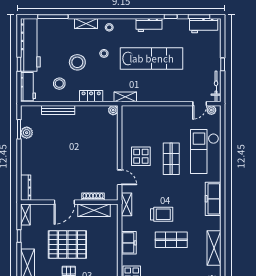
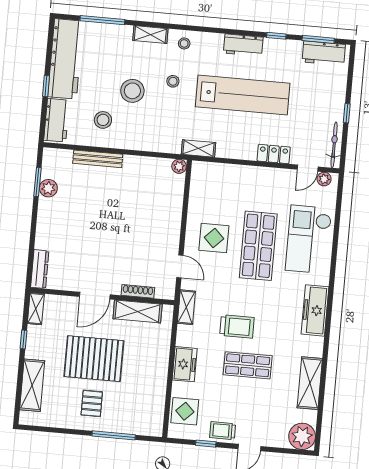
locker: (91, 96) -> (274, 154), moved
shop shelf: (171, 159) -> (258, 246), width x1.43, depth x1.36

